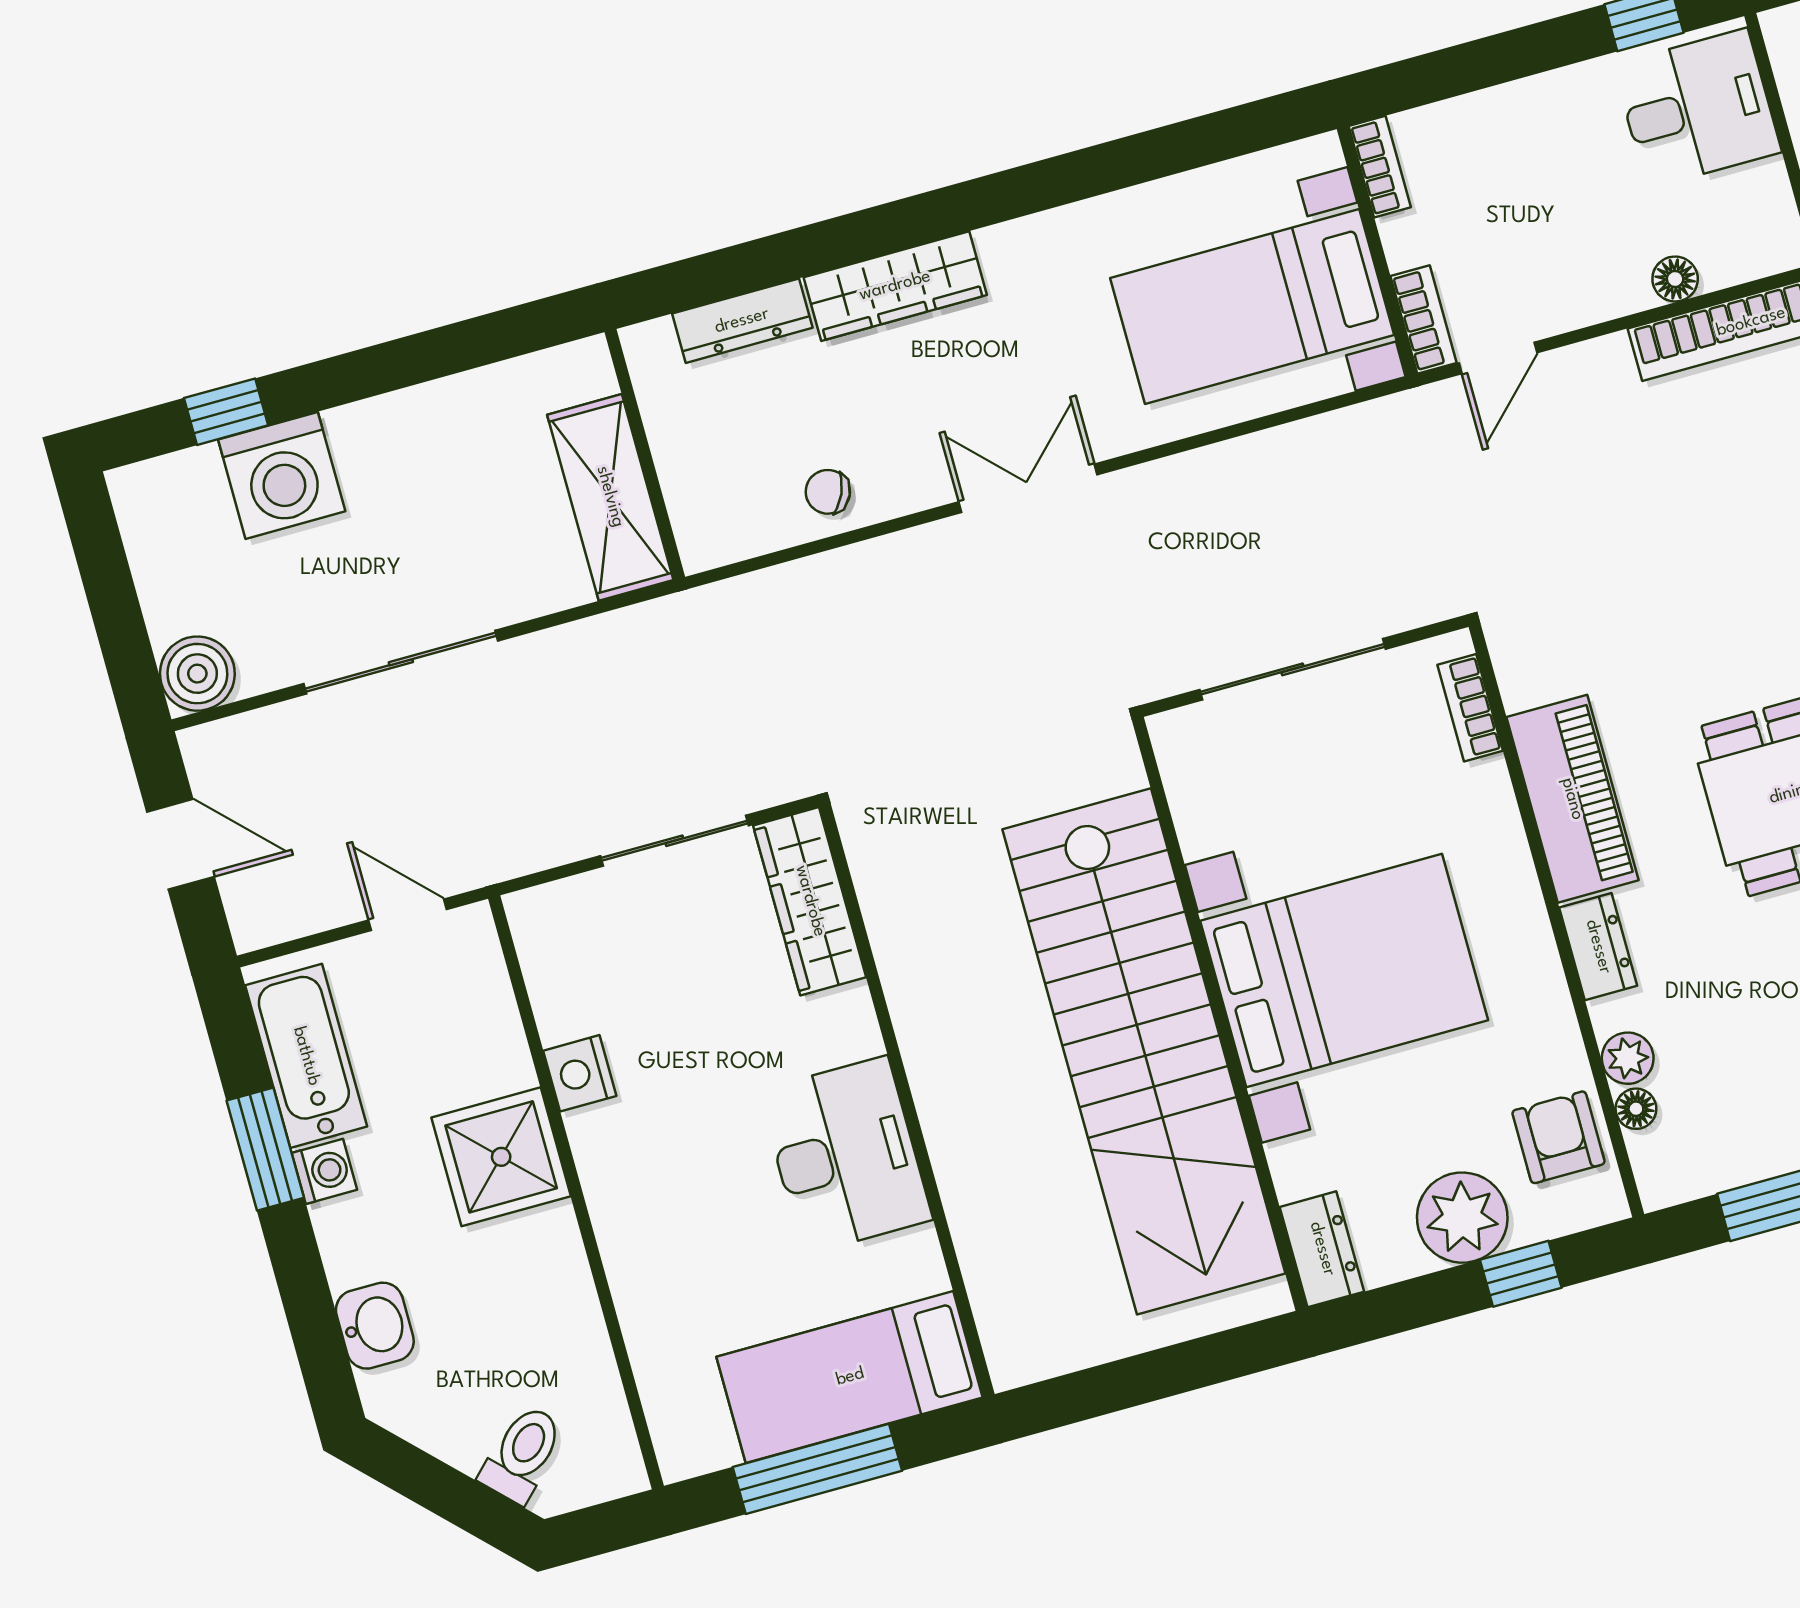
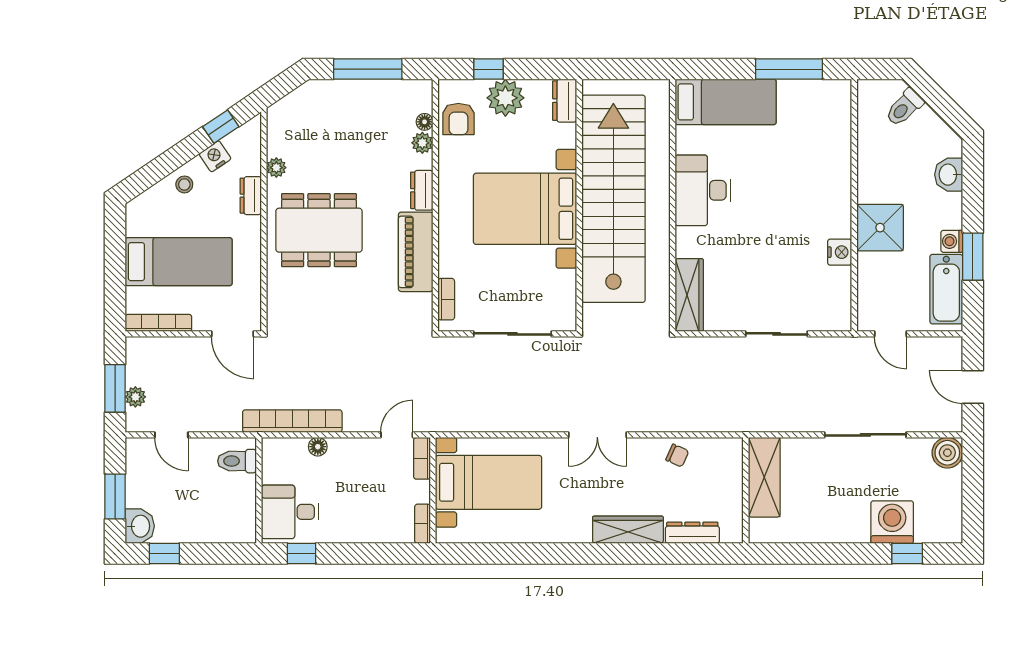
wardrobe: (810, 901) -> (689, 295), moved
wall: (907, 1101) -> (673, 205), moved
desk: (846, 1155) -> (703, 190), moved
bed: (850, 1377) -> (726, 102), moved

